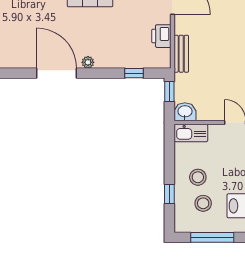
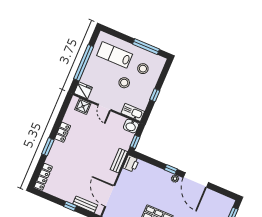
printer: (161, 36) -> (131, 164), moved
window: (134, 73) -> (171, 169), moved
stool: (198, 177) -> (124, 83), moved
window: (169, 194) -> (155, 95), moved

